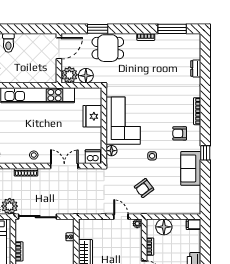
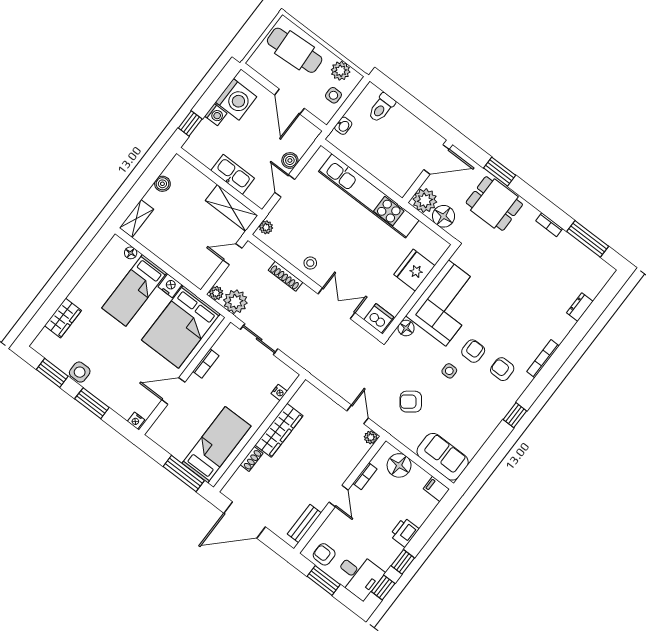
armchair: (157, 136) -> (473, 351), added
sofa: (191, 168) -> (443, 457), moved, turned 90
sliding door: (38, 217) -> (259, 339), width x0.73

